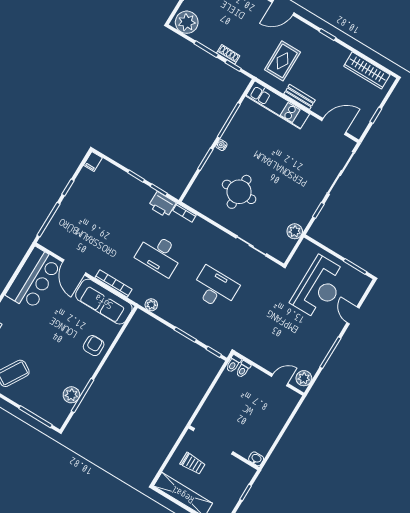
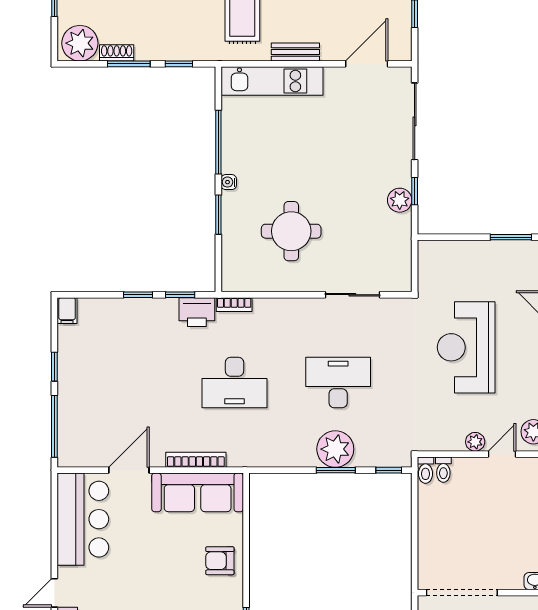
shoe rack: (228, 54) -> (117, 53), moved
plant: (295, 231) -> (400, 200), moved
door: (74, 267) -> (129, 470), swing flipped
reception desk: (319, 288) -> (466, 347), moved, turned 180
plant: (151, 305) -> (335, 449), moved, width x1.87, depth x1.87
armchair: (94, 346) -> (220, 561), turned -90
plant: (269, 365) -> (475, 442), added

